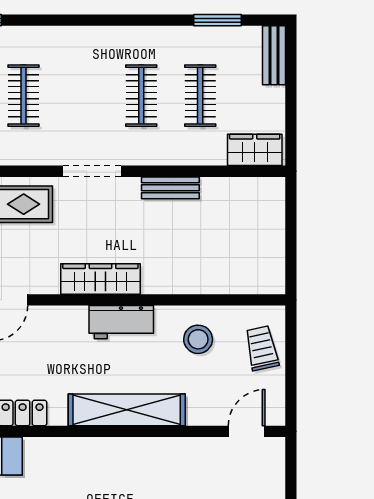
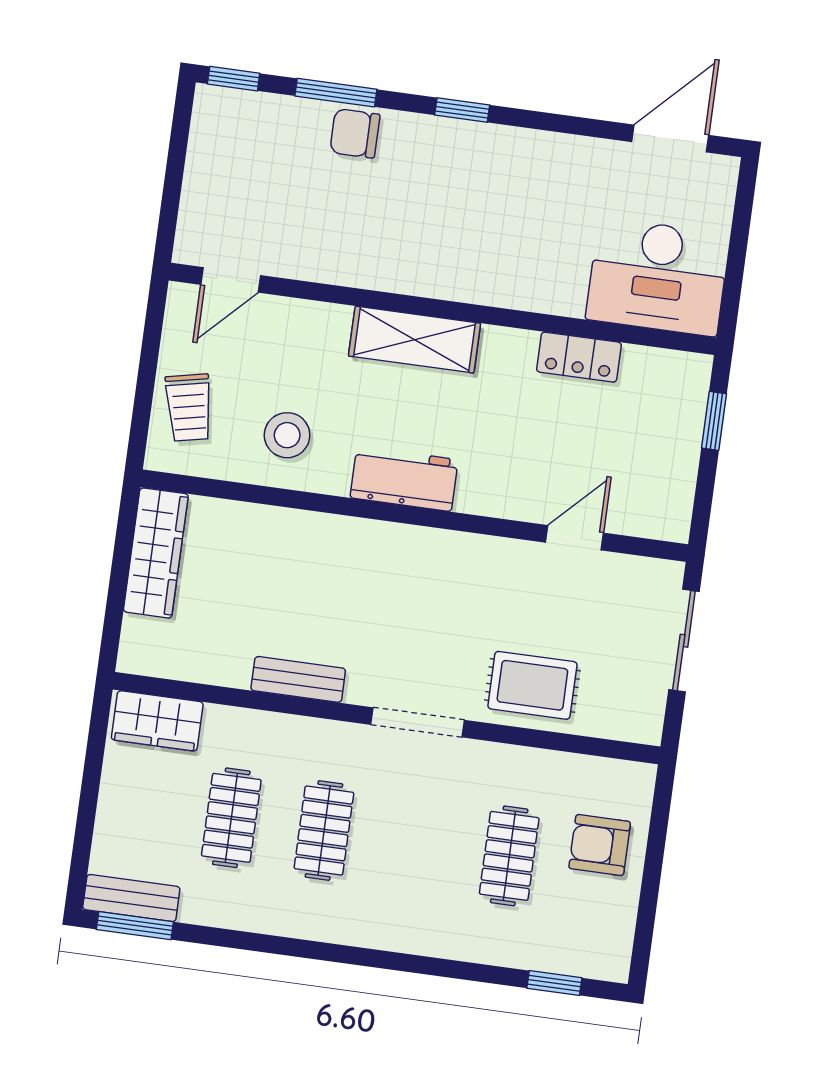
window: (218, 20) -> (135, 926), moved
bench: (274, 55) -> (131, 898), moved, turned 90
wardrobe: (100, 279) -> (156, 553), moved, turned -90
shelving: (127, 410) -> (415, 340), width x0.68

